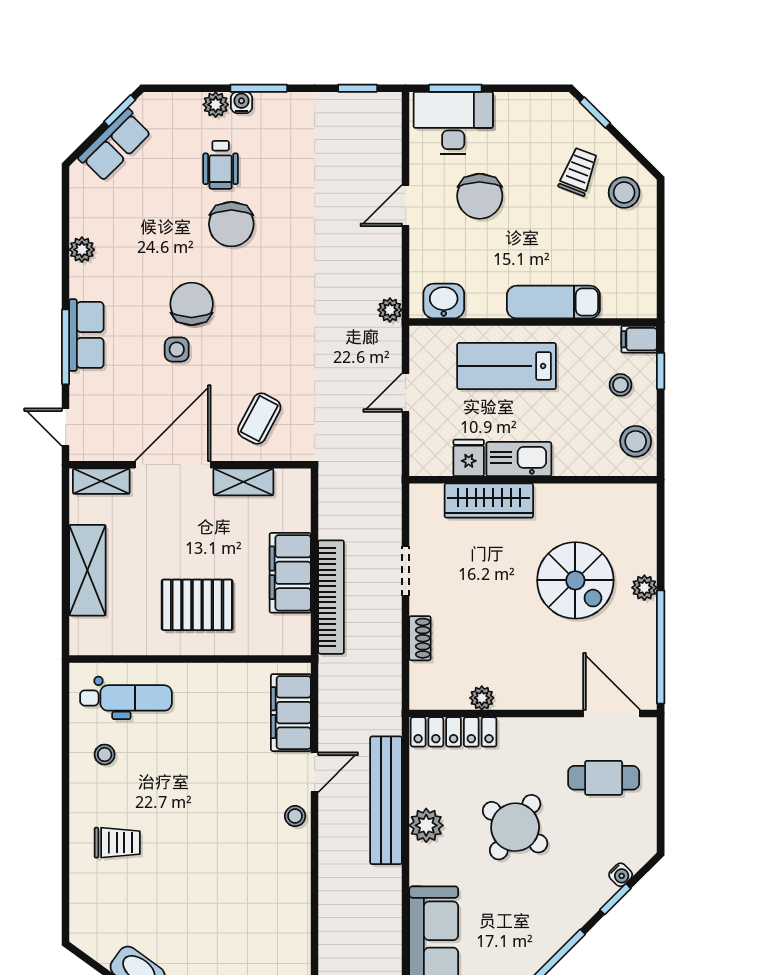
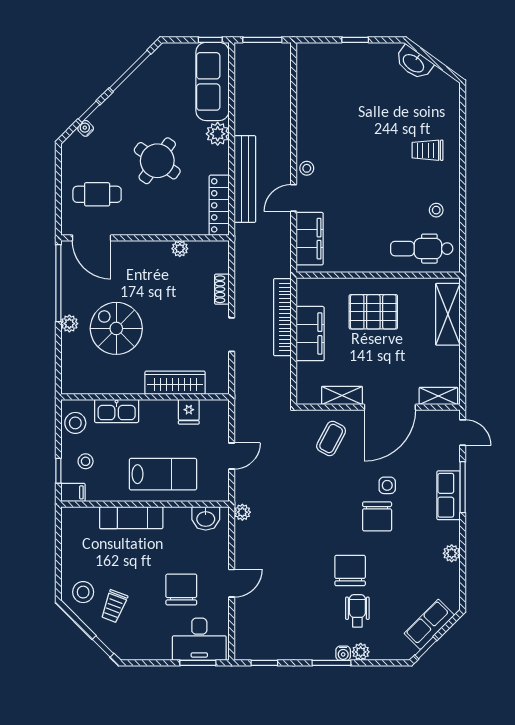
kitchen sink: (519, 459) -> (117, 411), moved
shelving: (87, 570) -> (448, 314), moved
locker: (454, 732) -> (219, 205), moved, turned -90
plant: (426, 825) -> (218, 134), moved

